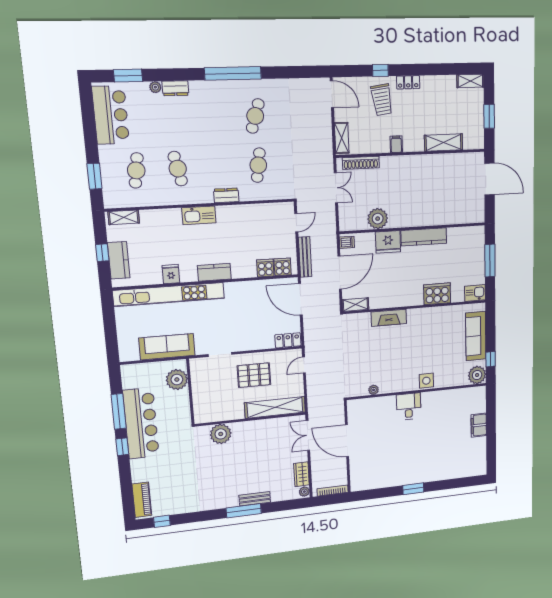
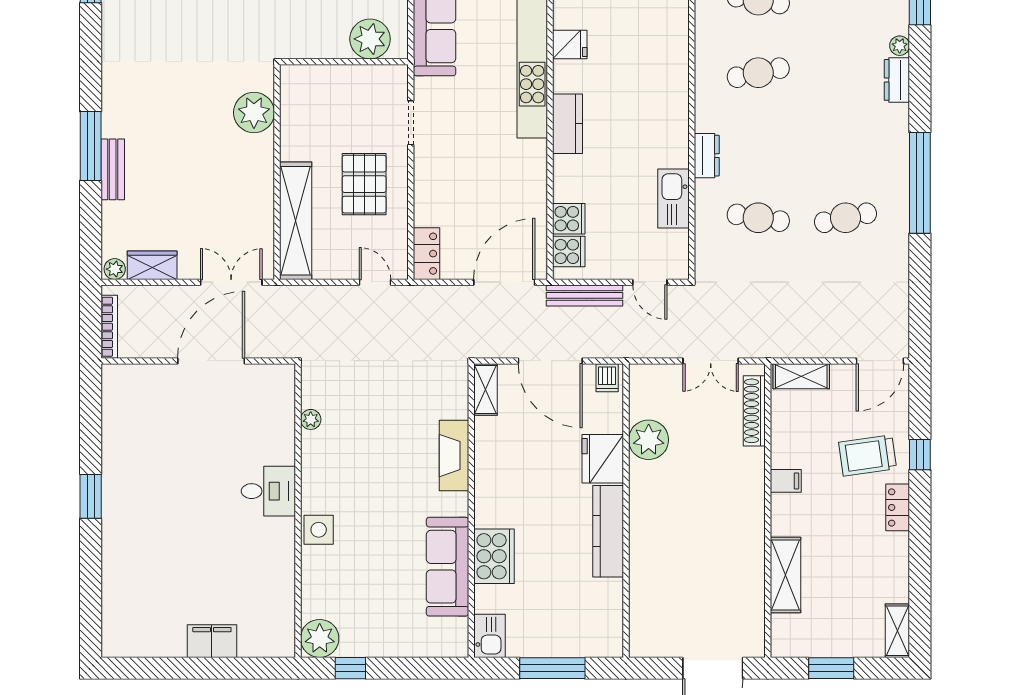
cafe table: (255, 116) -> (845, 218), turned -30
kitchen sink: (199, 215) -> (673, 199), moved
sofa: (476, 336) -> (447, 567), moved, turned -90

